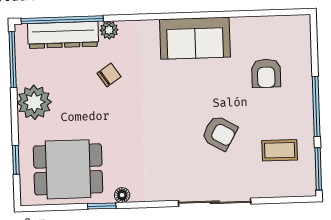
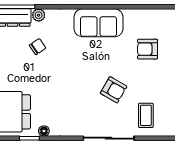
armchair: (266, 73) -> (148, 49), turned 90
coffee table: (280, 150) -> (146, 115), moved, turned 90

